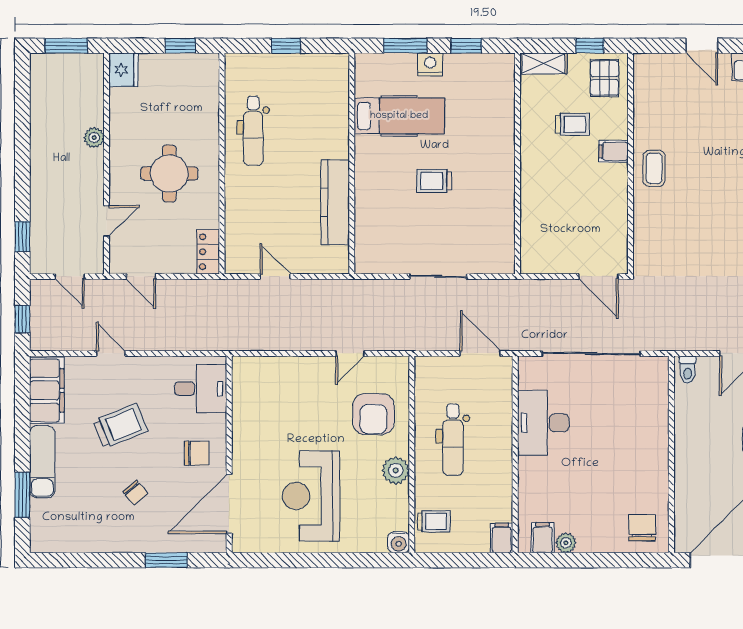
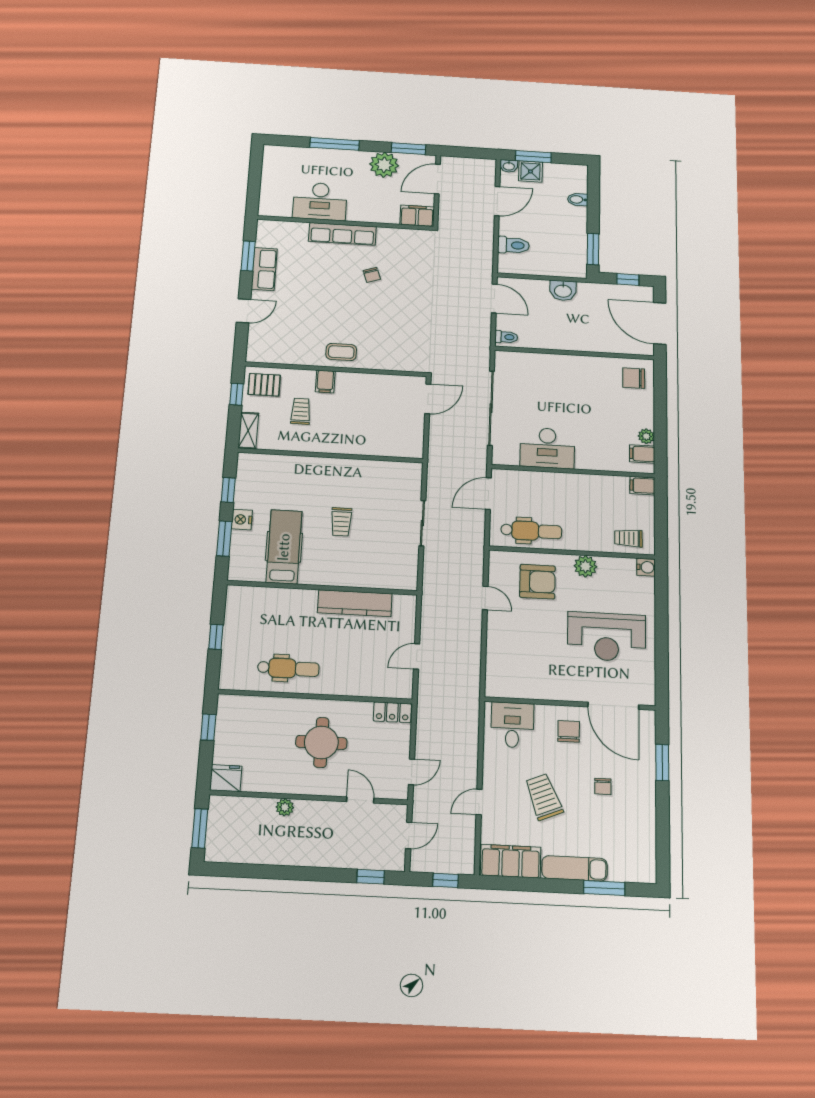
dental chair: (453, 440) -> (531, 531), moved
chair: (135, 493) -> (603, 786), turned 130
trolley: (434, 521) -> (628, 538), turned -90

